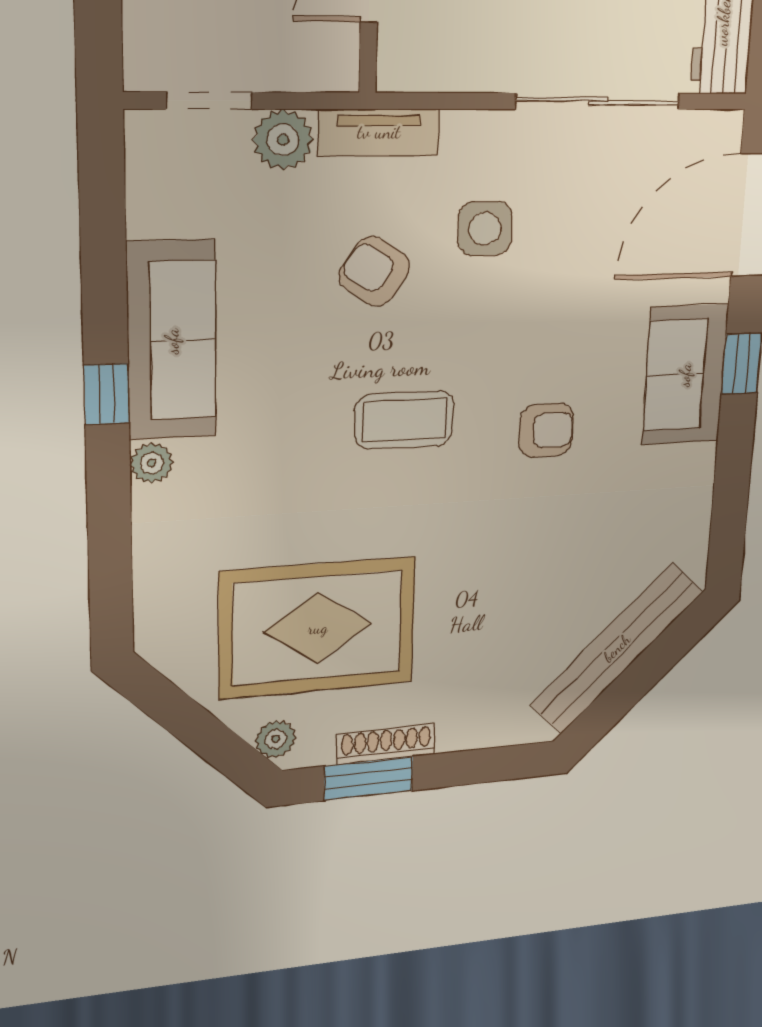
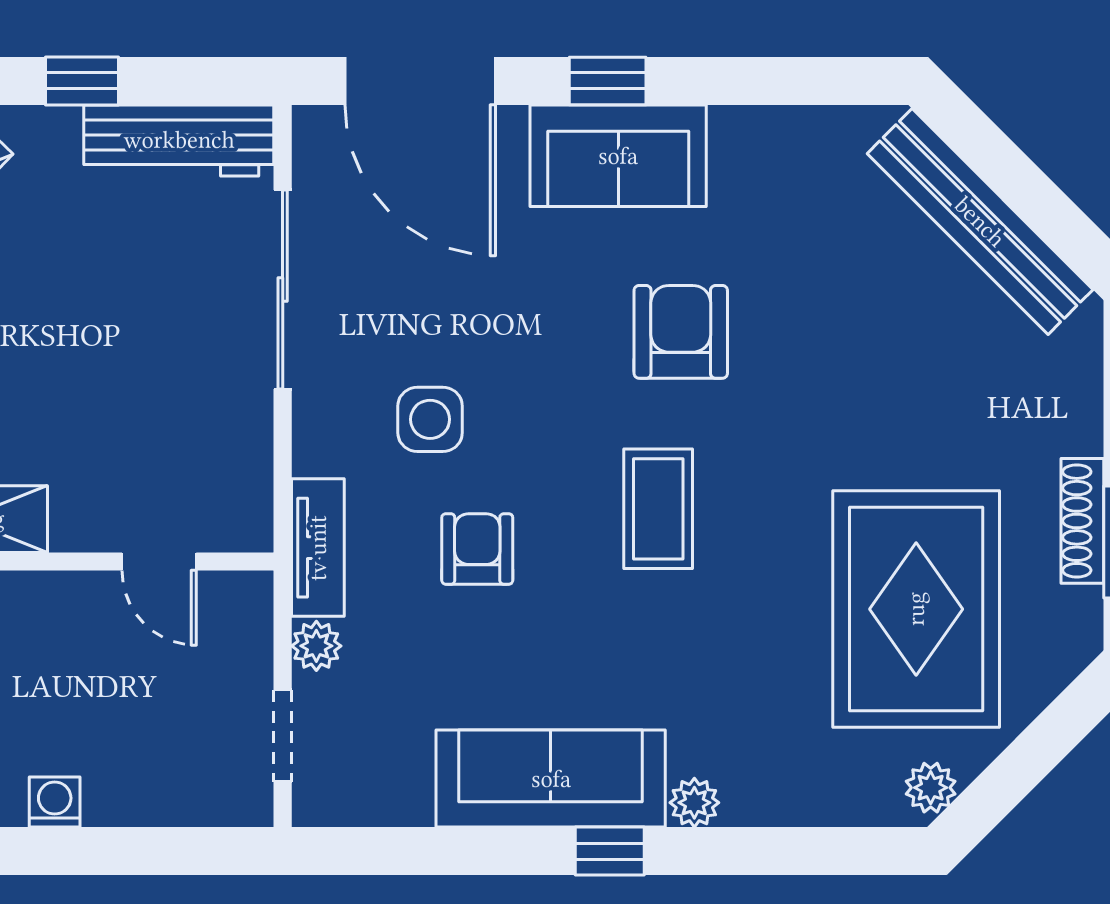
plant: (283, 140) -> (316, 646), width x0.73, depth x0.73
armchair: (374, 271) -> (477, 549), turned 146
armchair: (546, 430) -> (681, 332), width x1.38, depth x1.38
plant: (276, 739) -> (931, 788), moved

